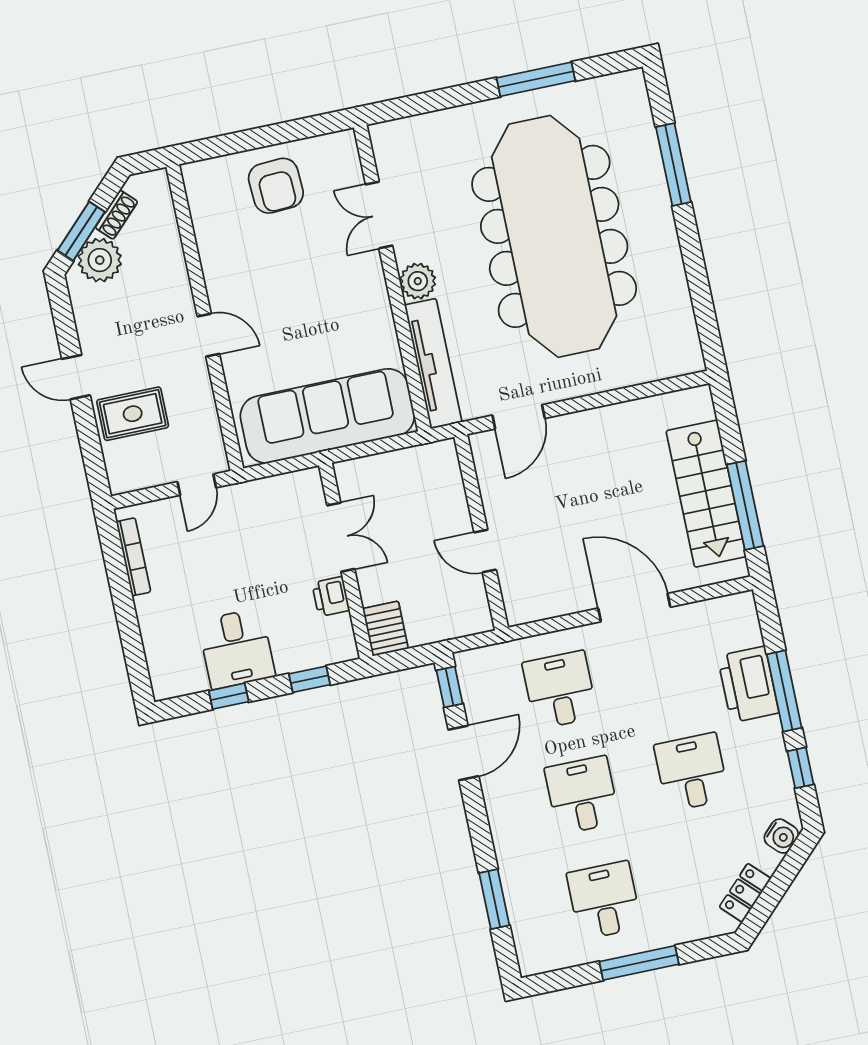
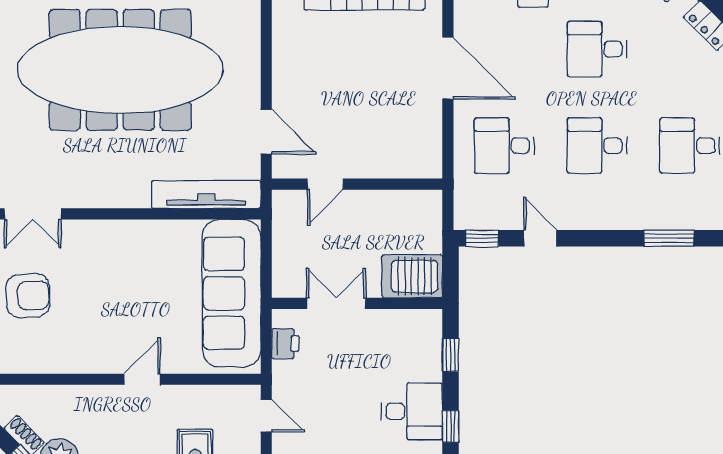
double door: (379, 215) -> (33, 214), moved
plant: (418, 281) -> (134, 193), removed
door: (485, 551) -> (325, 184), moved
printer: (331, 597) -> (285, 344), moved, turned -90
door: (634, 608) -> (448, 68), swing flipped
server rack: (385, 629) -> (412, 276), width x1.36, depth x1.44
door: (463, 753) -> (540, 238), width x0.73

